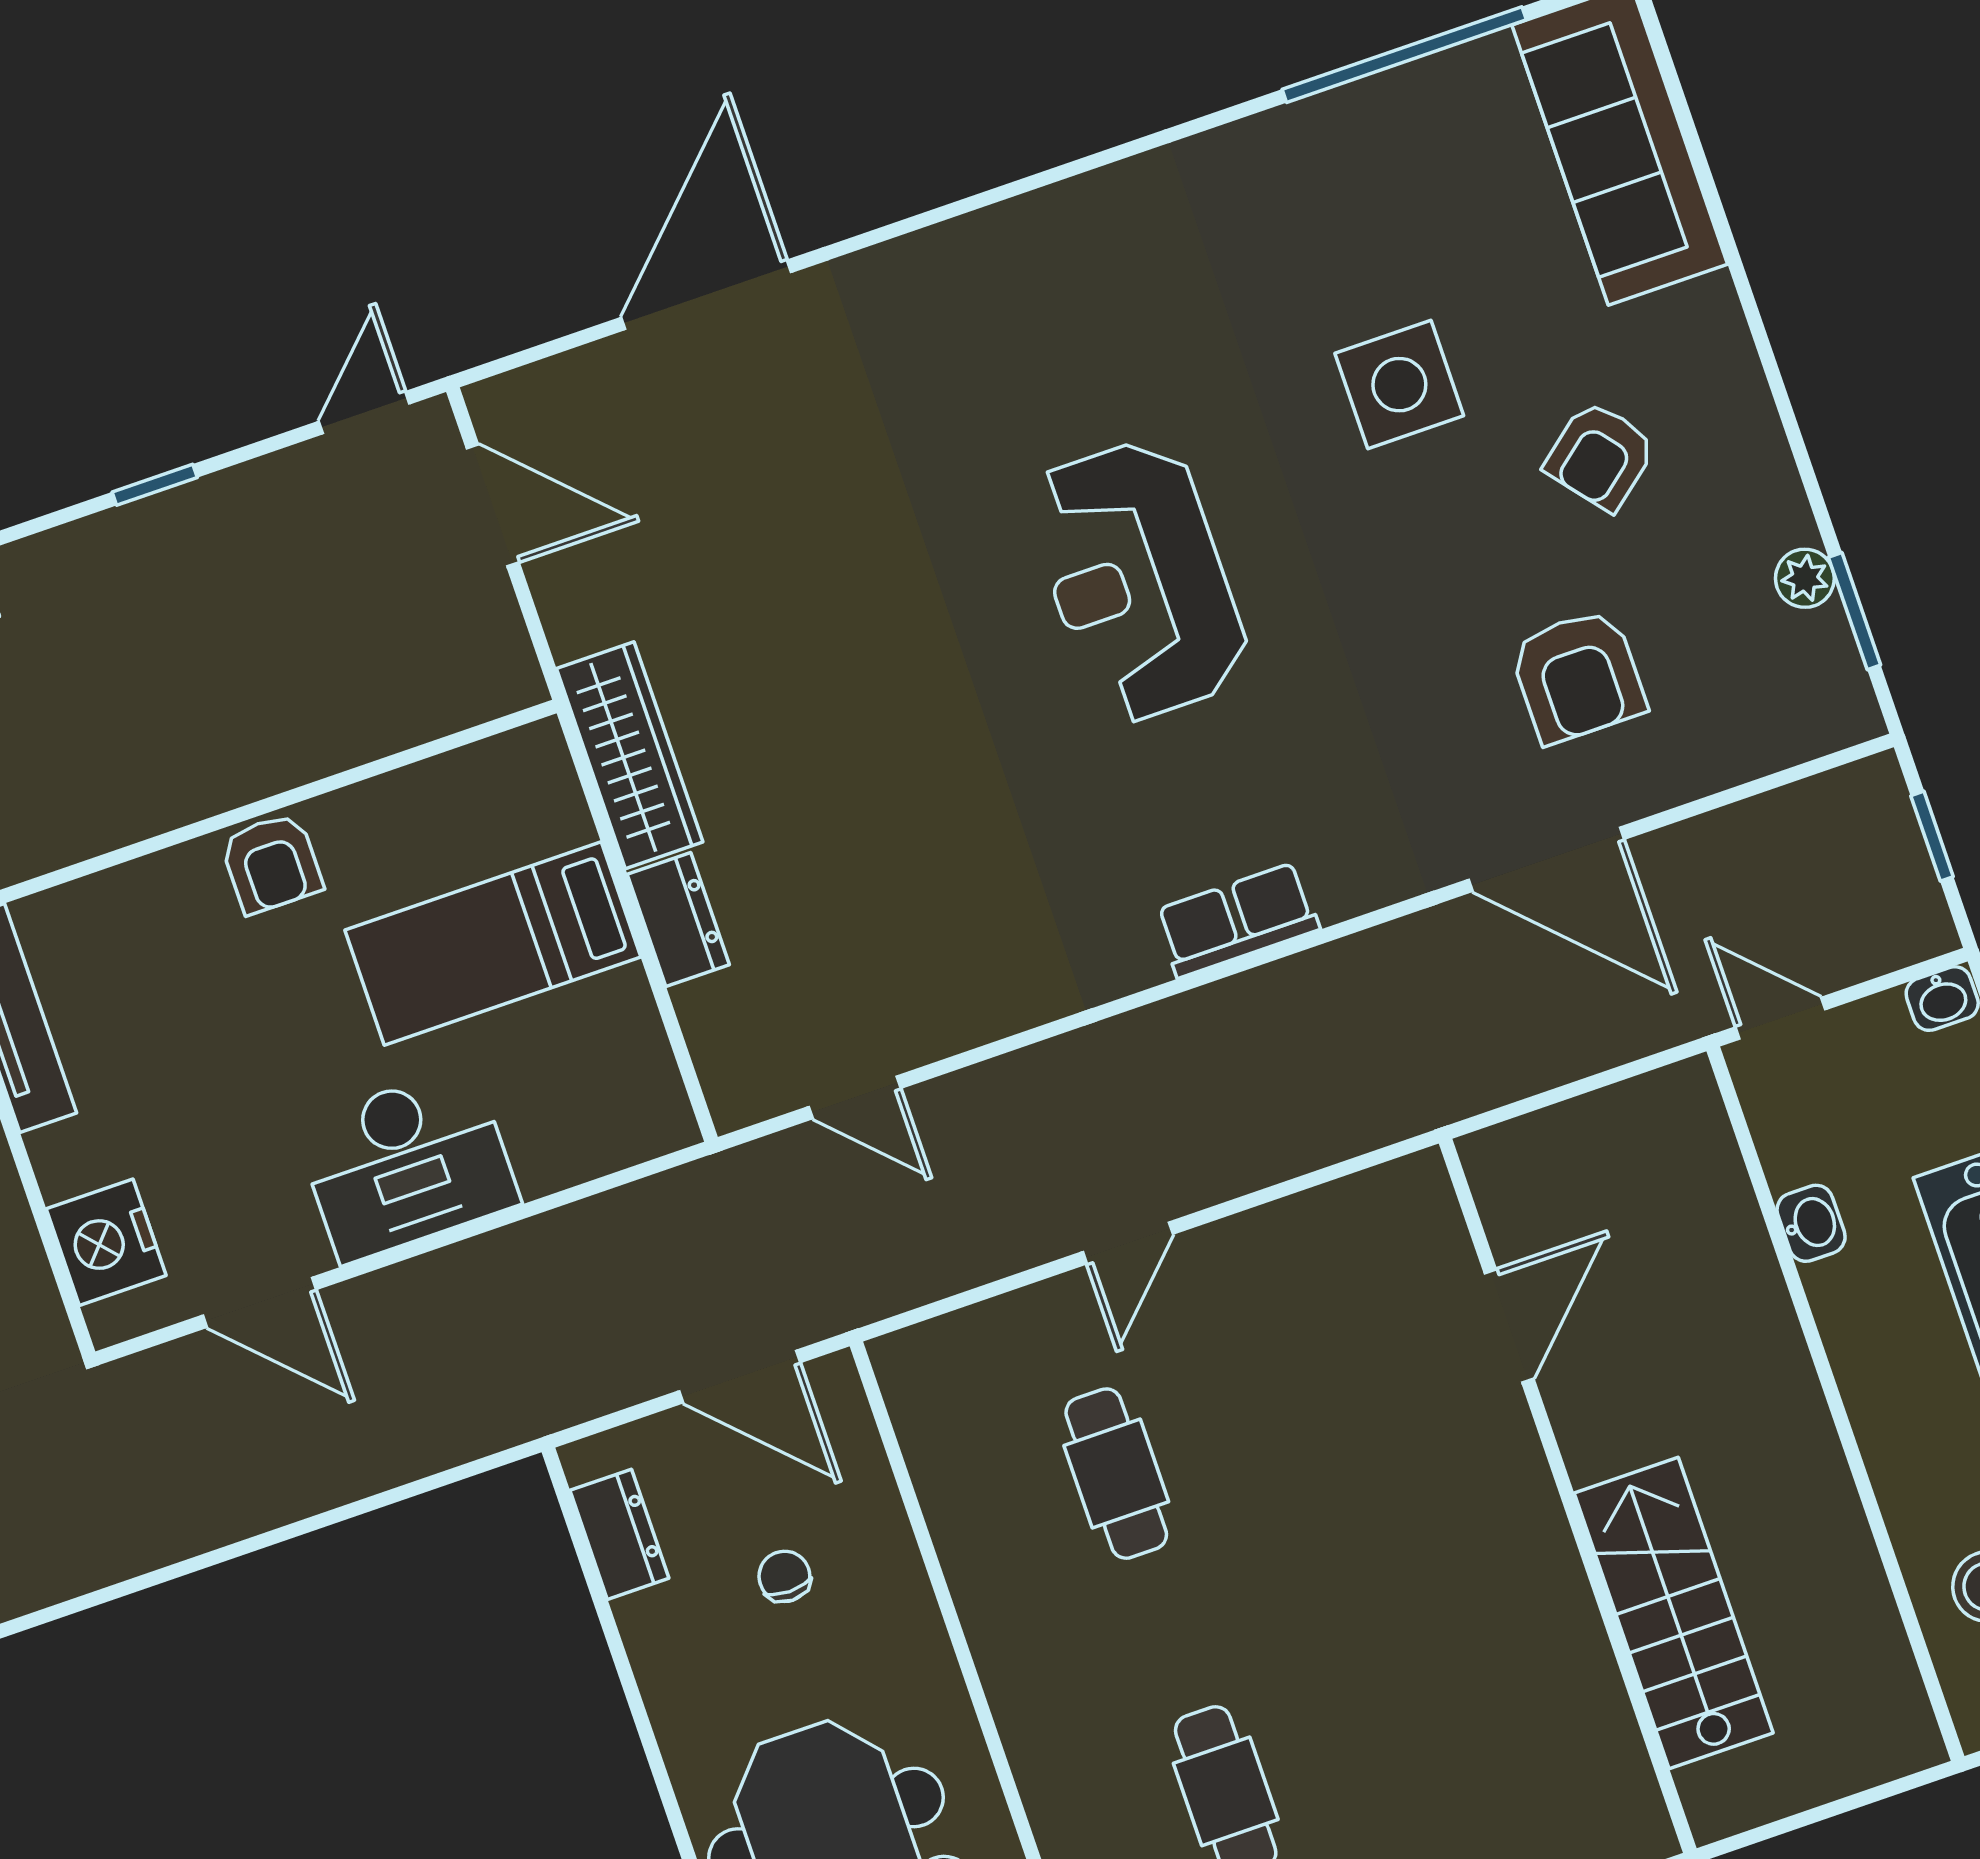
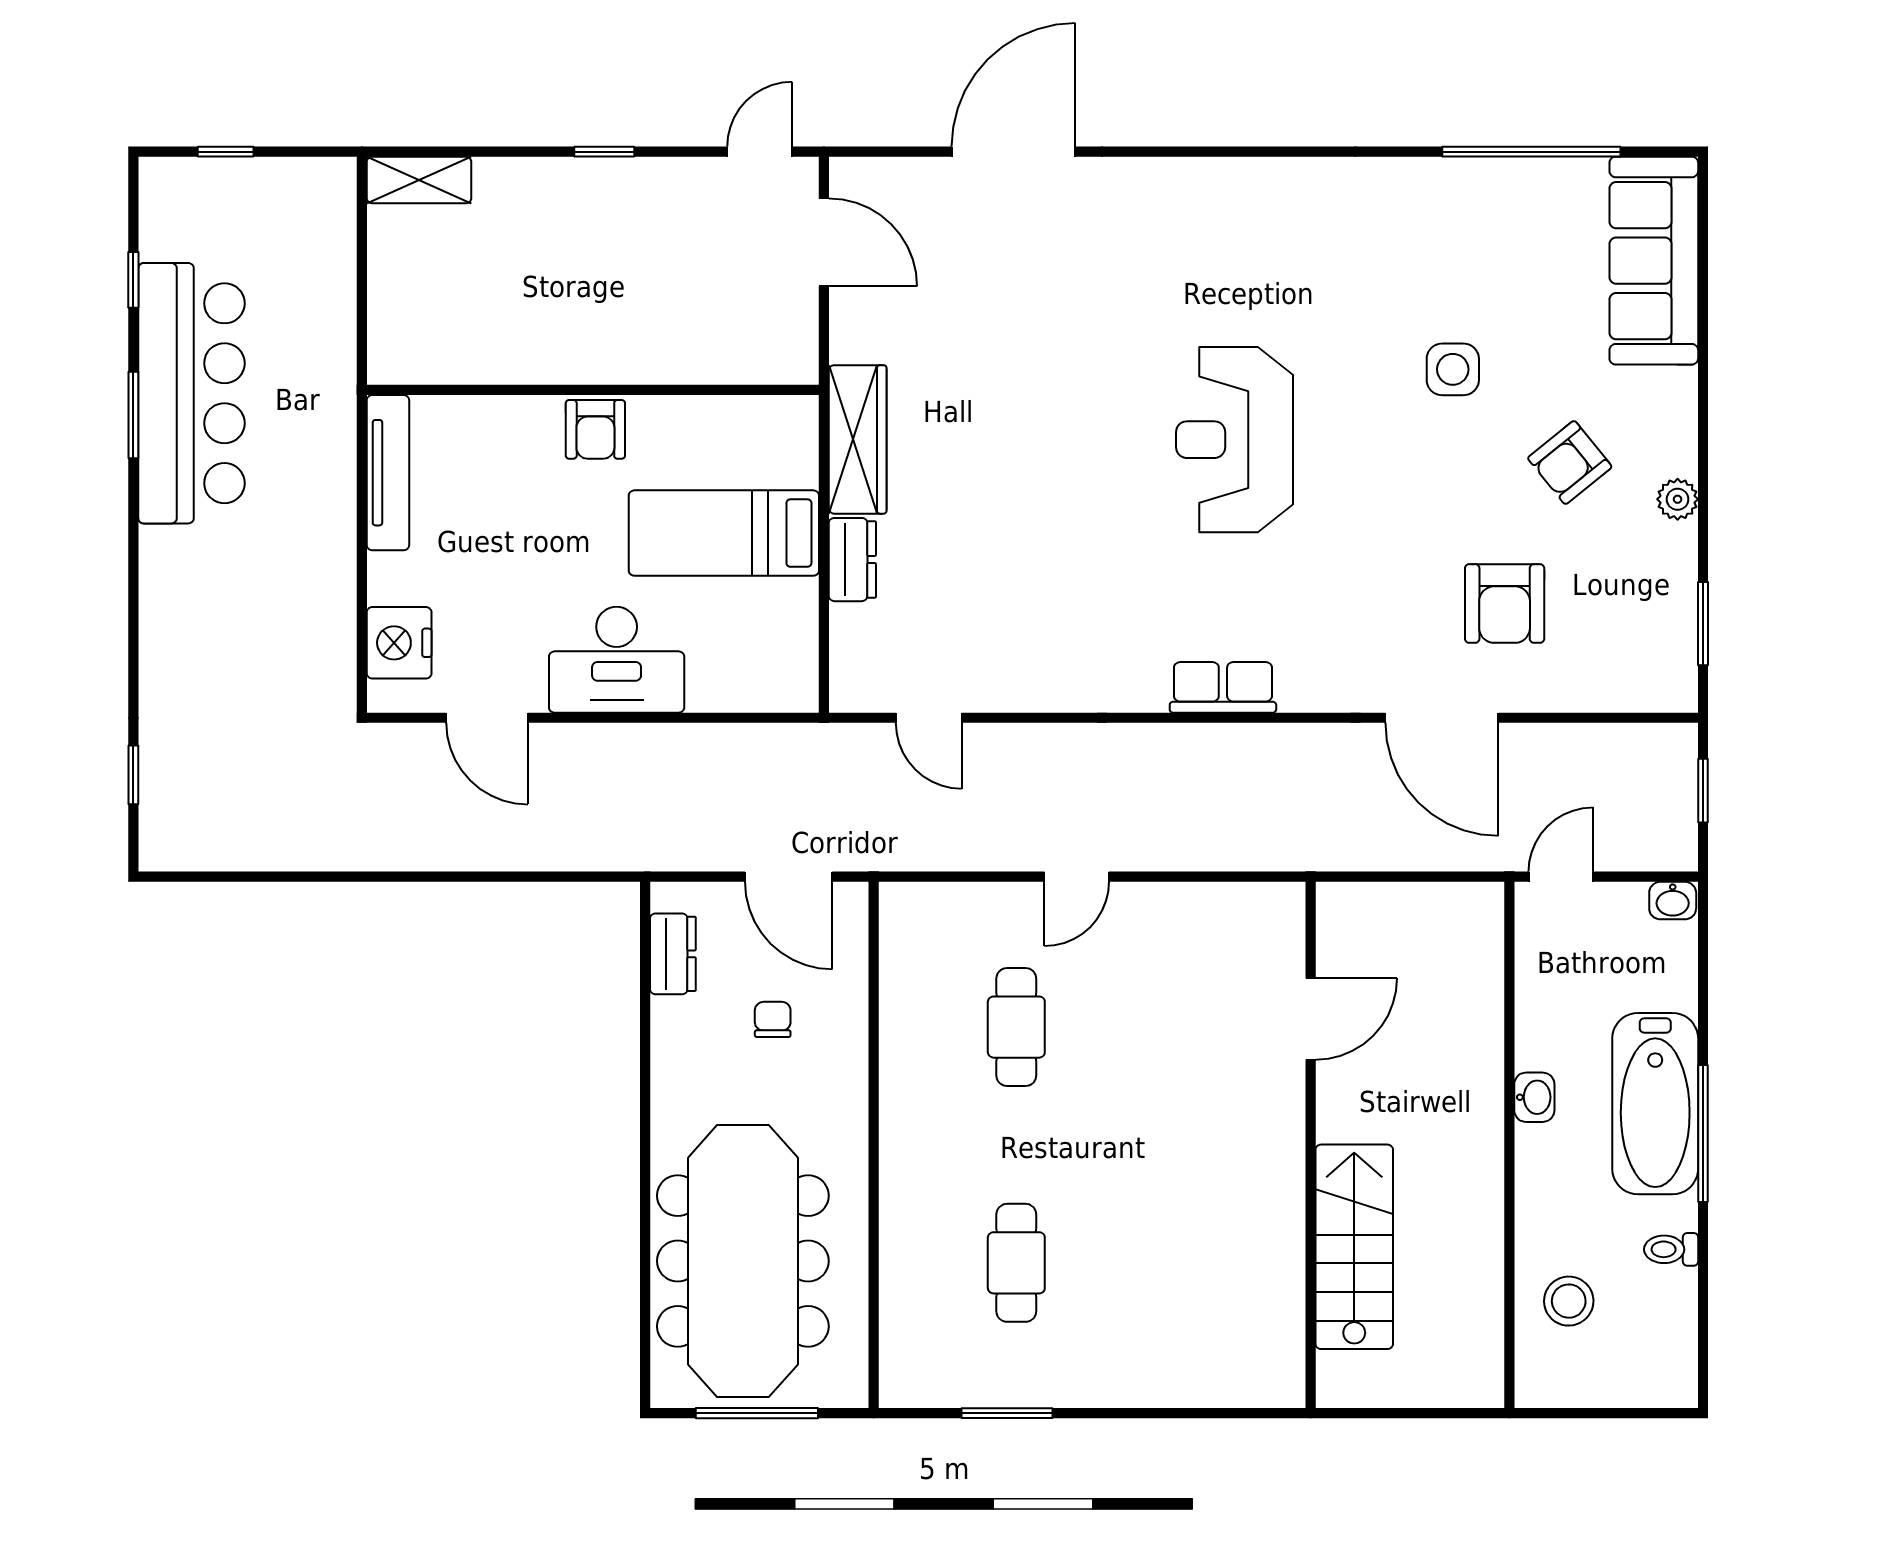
side table: (1399, 385) -> (1453, 369), width x0.73, depth x0.73
plant: (1805, 578) -> (1678, 499), moved
door: (1780, 1018) -> (1561, 877), hinge flipped
washbasin: (1811, 1223) -> (1534, 1097), moved

